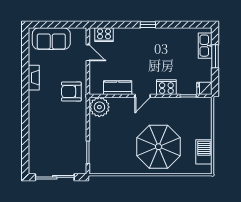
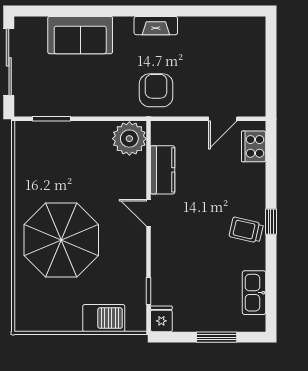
sofa: (51, 39) -> (80, 35), moved, turned -90
trolley: (153, 39) -> (246, 230), added
kitchen sink: (205, 46) -> (254, 293), moved, turned -90
fireplace: (34, 78) -> (156, 26), moved
cooker: (166, 87) -> (163, 254), removed
barbecue: (204, 152) -> (104, 318), moved

